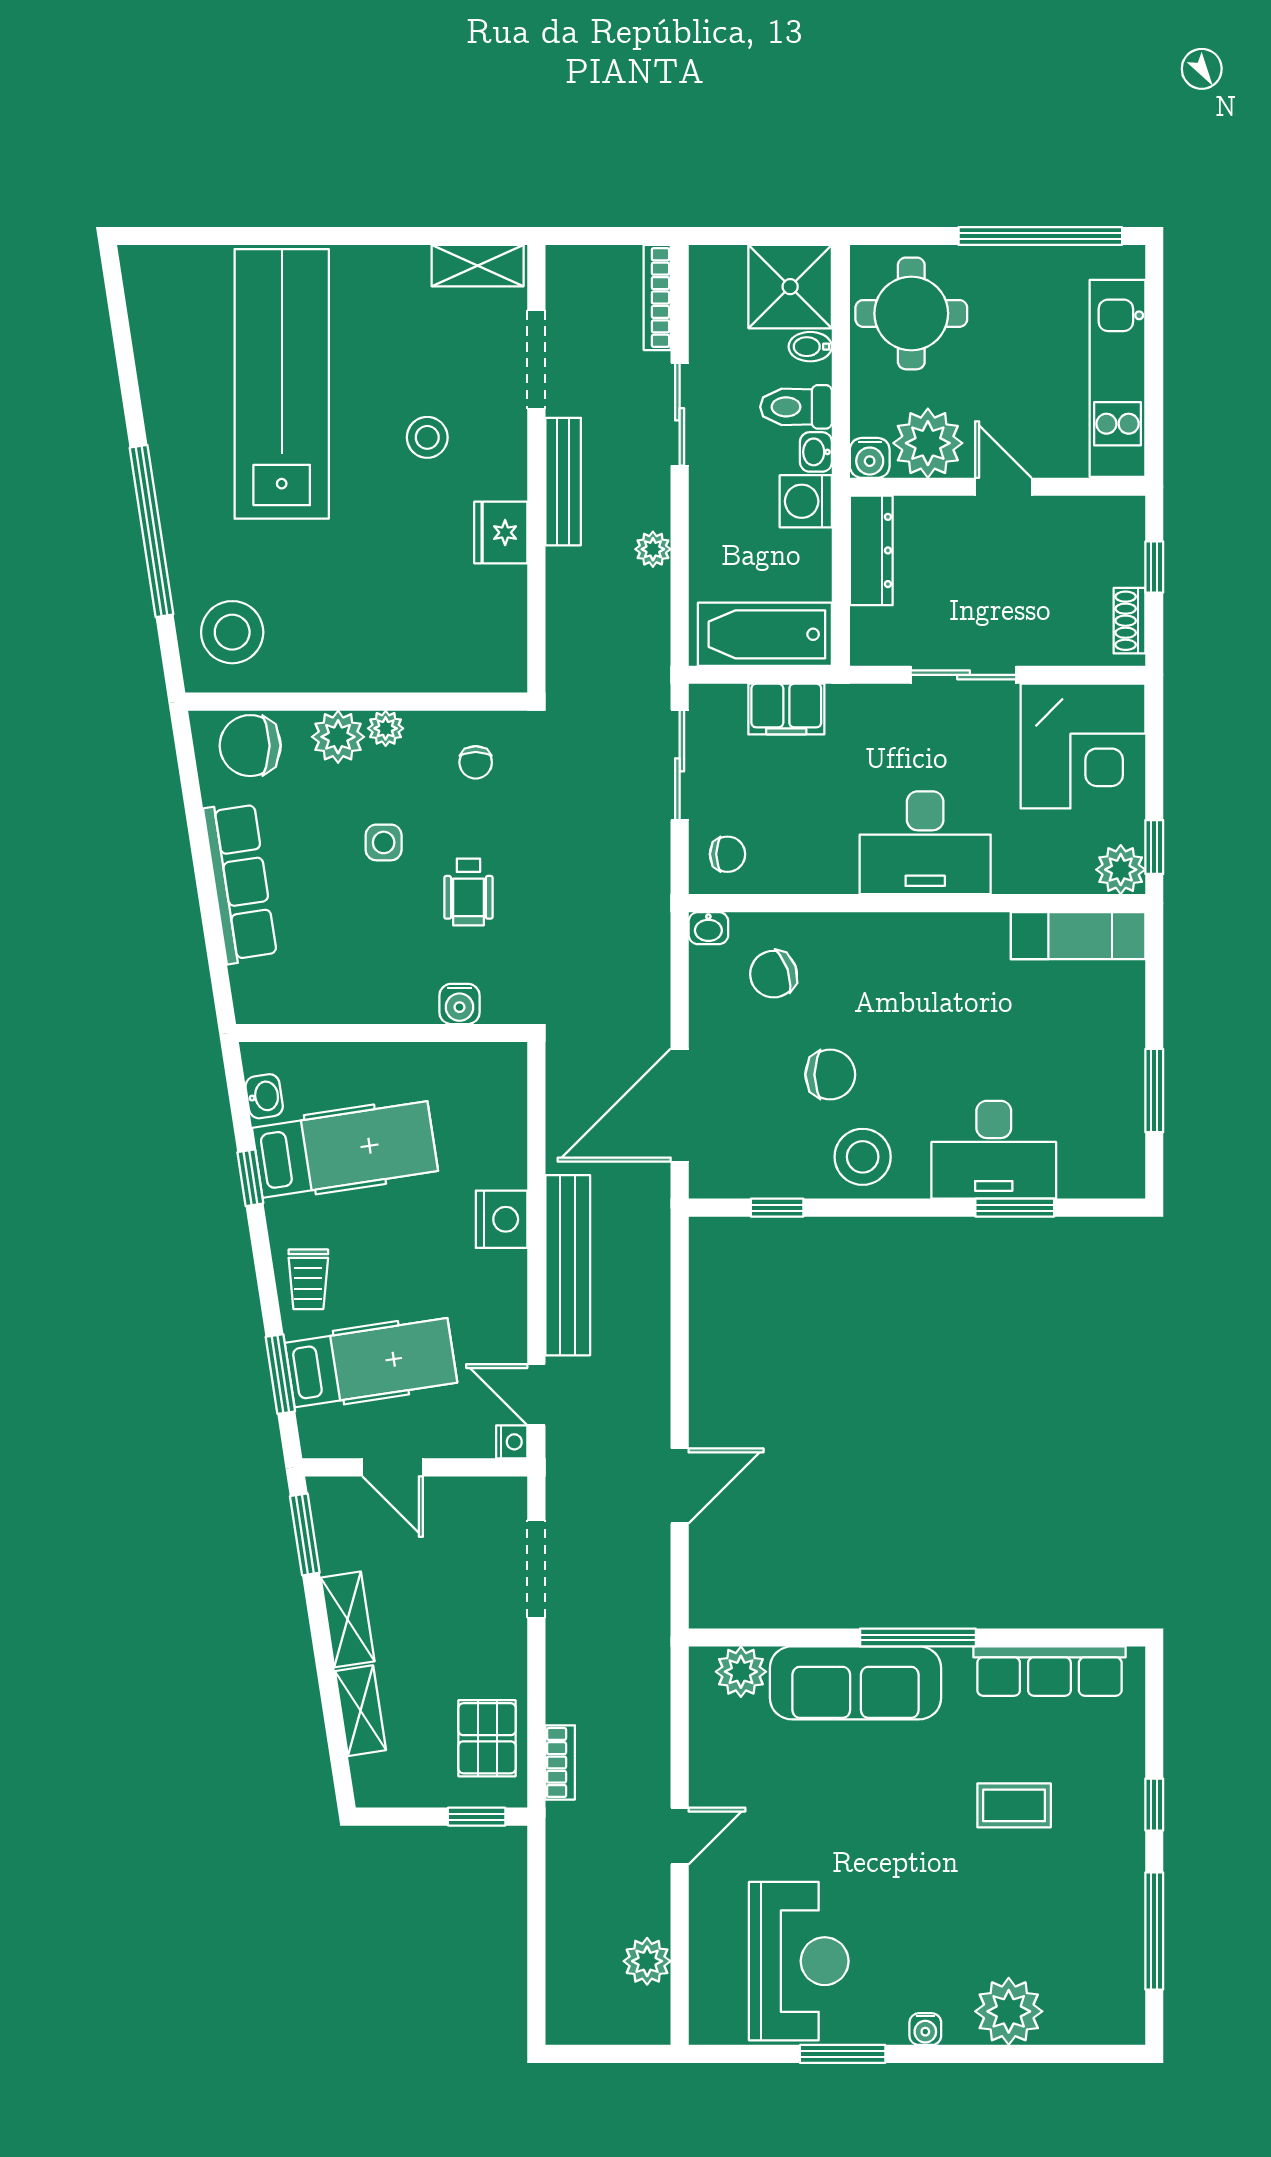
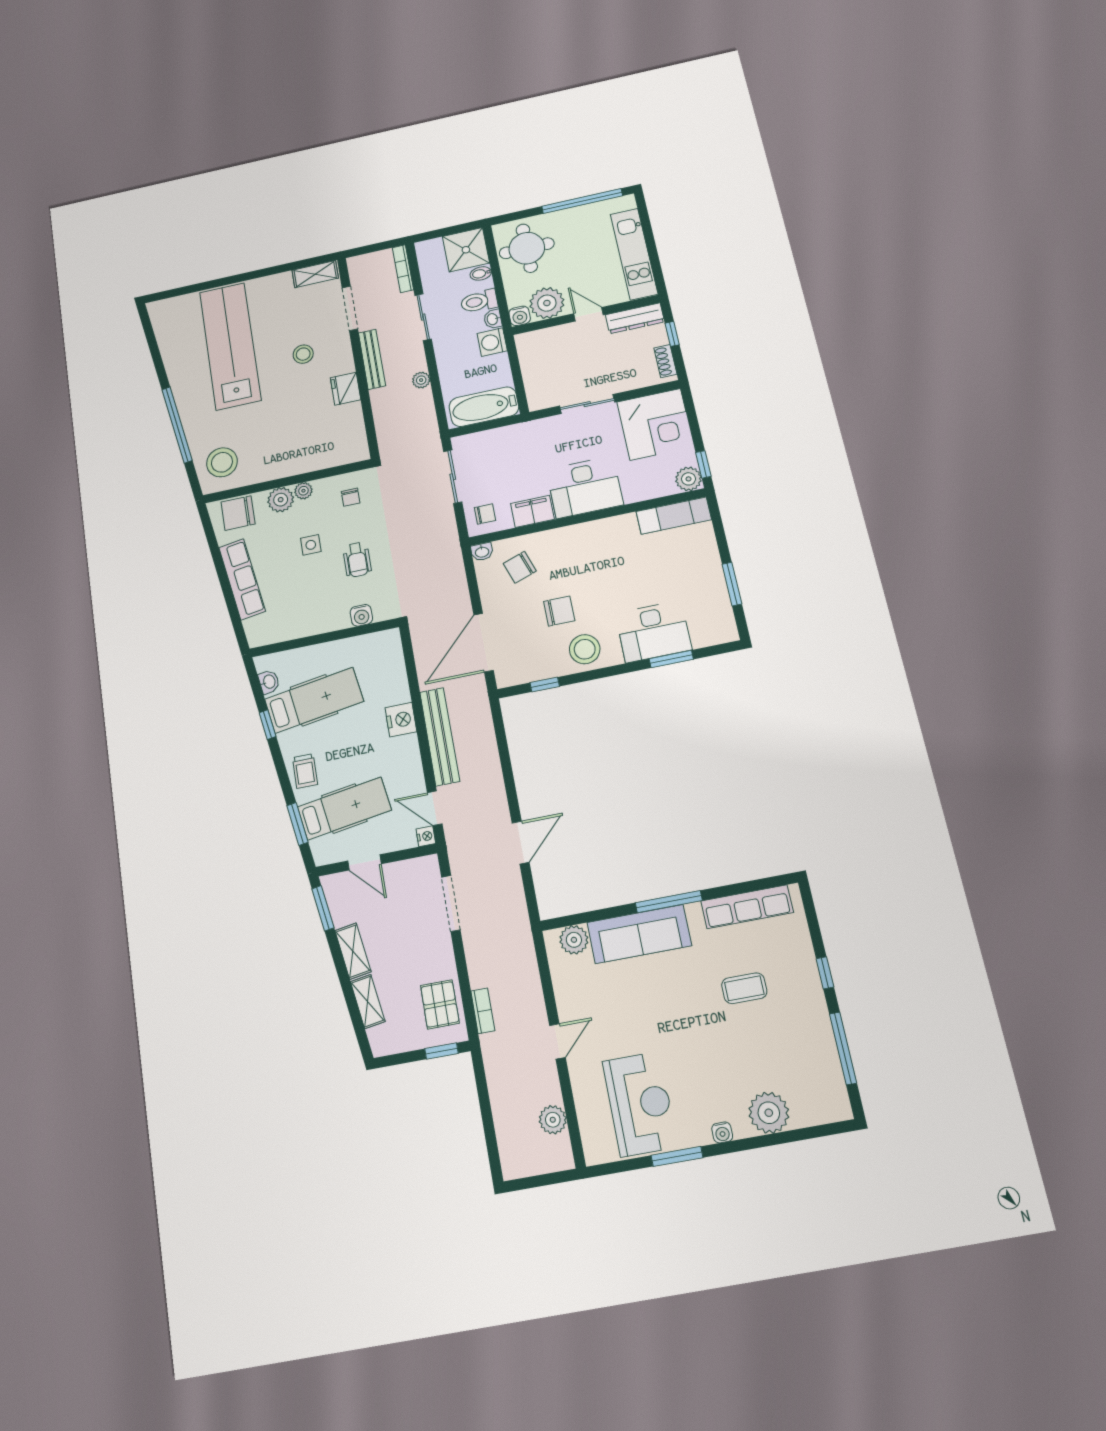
dresser: (871, 550) -> (635, 318), moved, turned 90
filing cabinet: (786, 709) -> (532, 511), moved, turned 180

